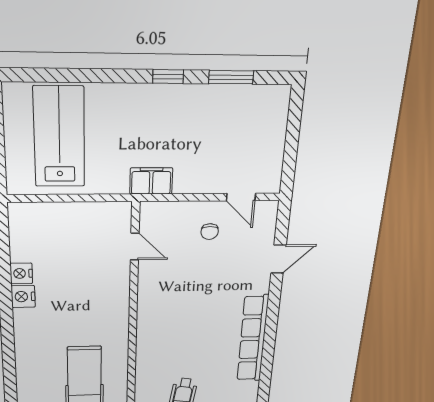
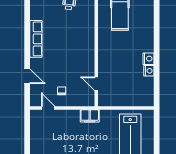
door: (279, 259) -> (27, 76), swing flipped
row of seats: (253, 339) -> (36, 39), width x0.73

